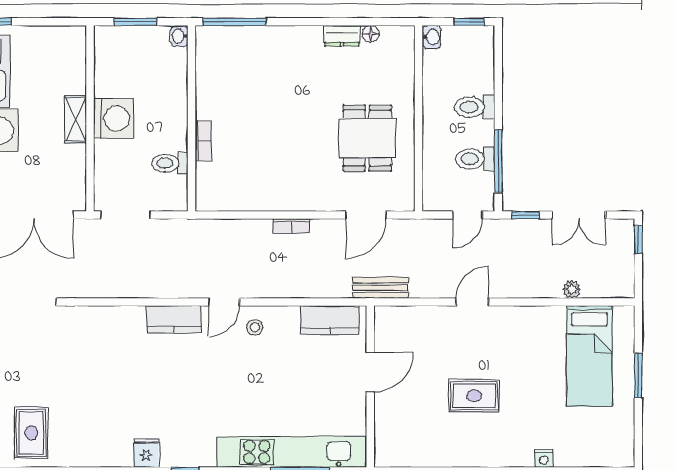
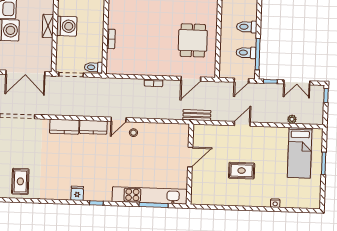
toilet: (170, 163) -> (93, 67), moved
kitchen counter: (330, 320) -> (64, 127), moved

